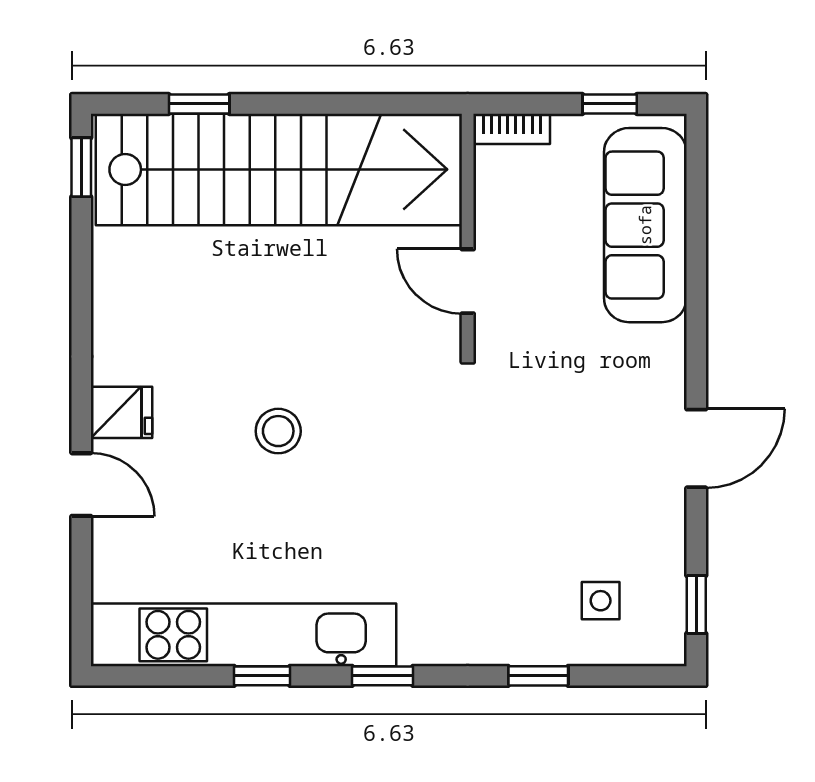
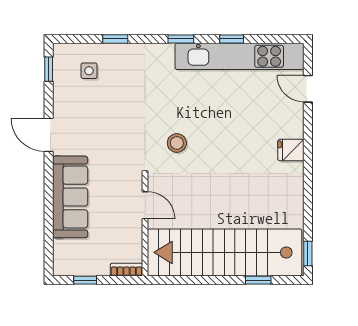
sofa: (645, 225) -> (70, 197), moved
stool: (278, 431) -> (177, 143), moved
door: (696, 448) -> (49, 135), hinge flipped
door: (81, 485) -> (308, 89), moved

